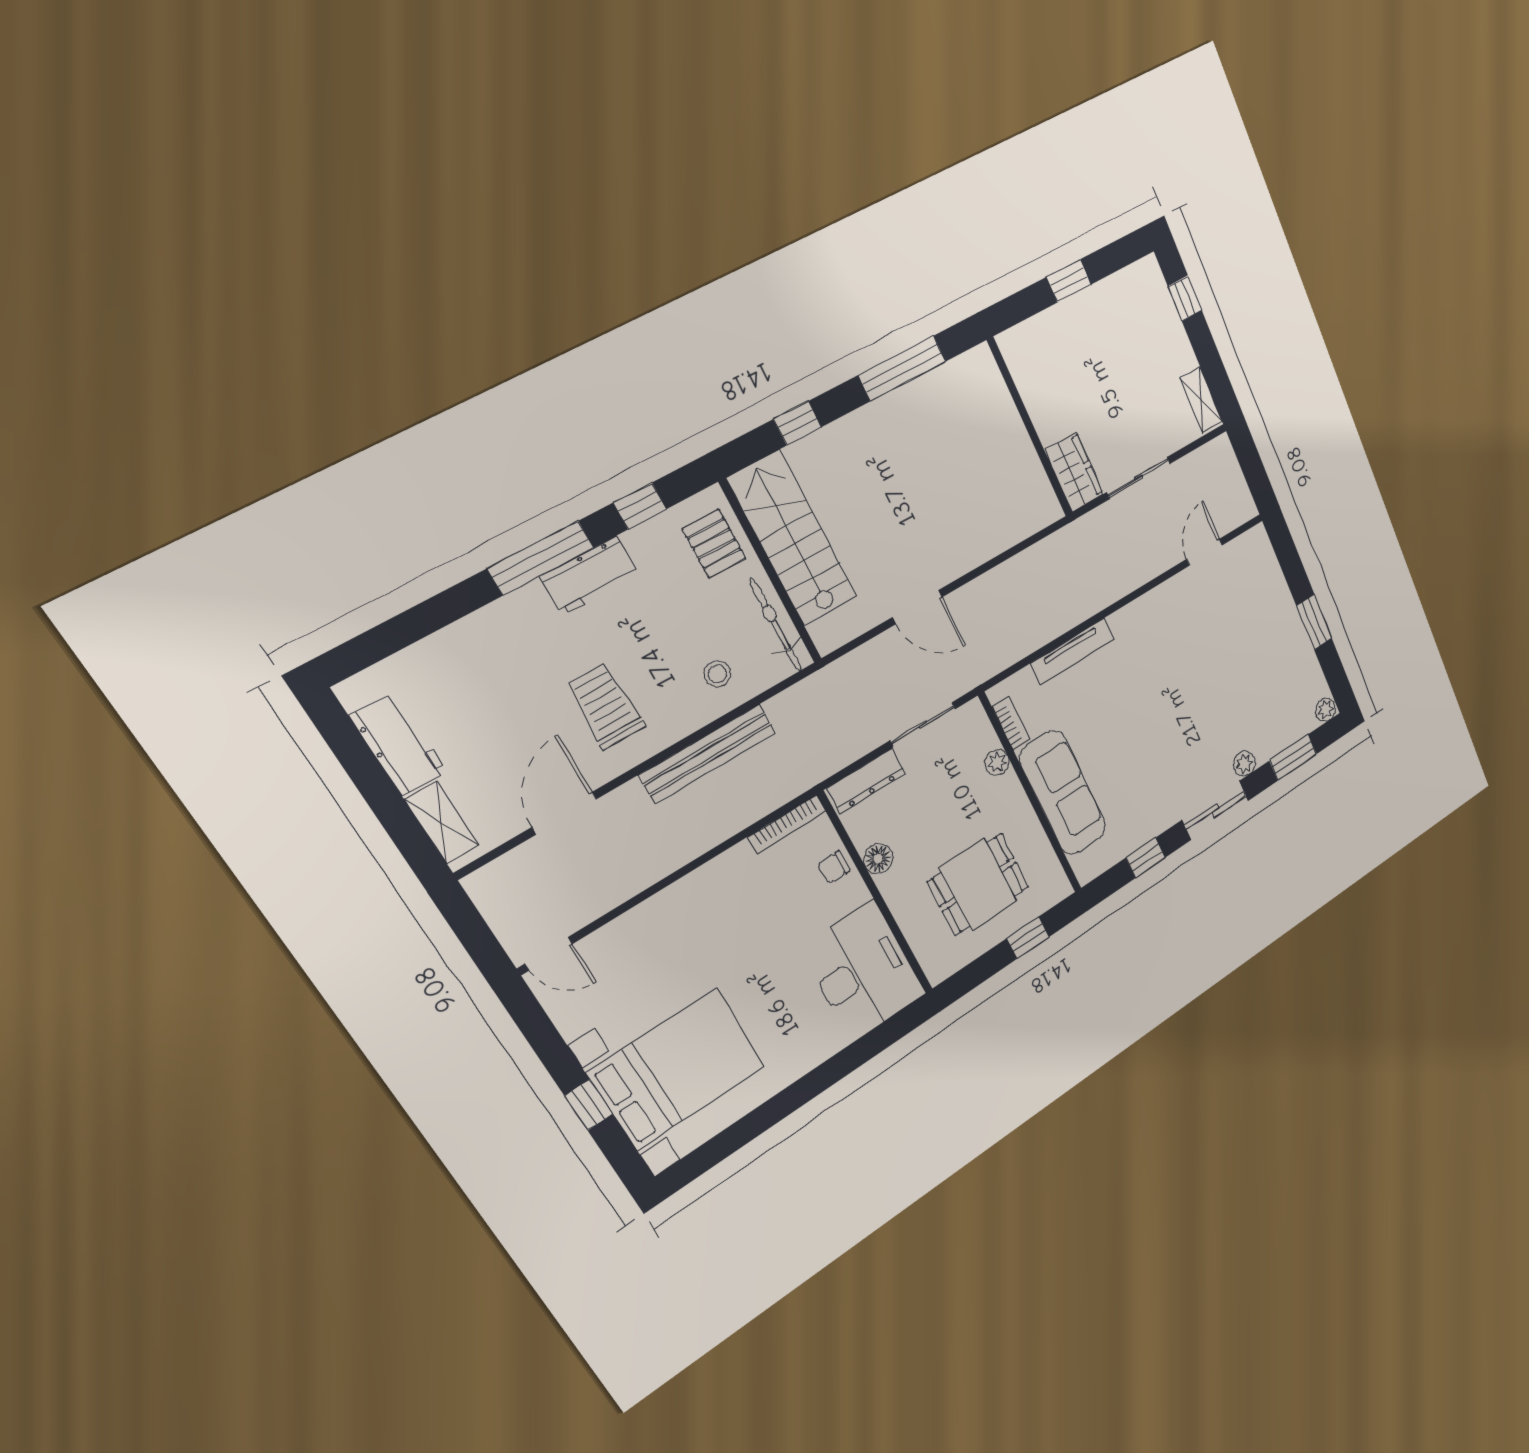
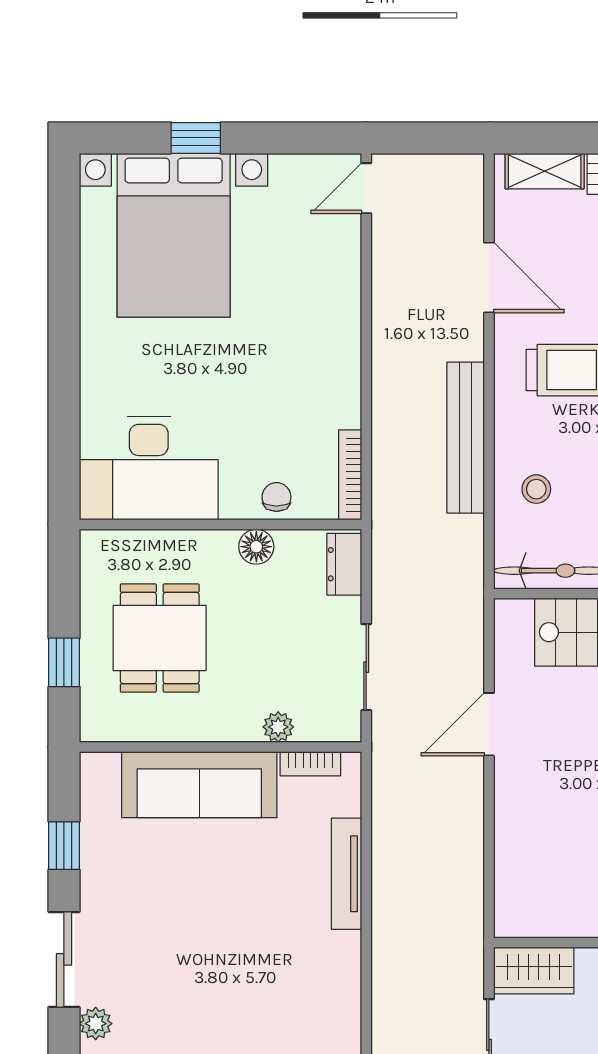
dresser: (866, 781) -> (344, 564), width x0.70

